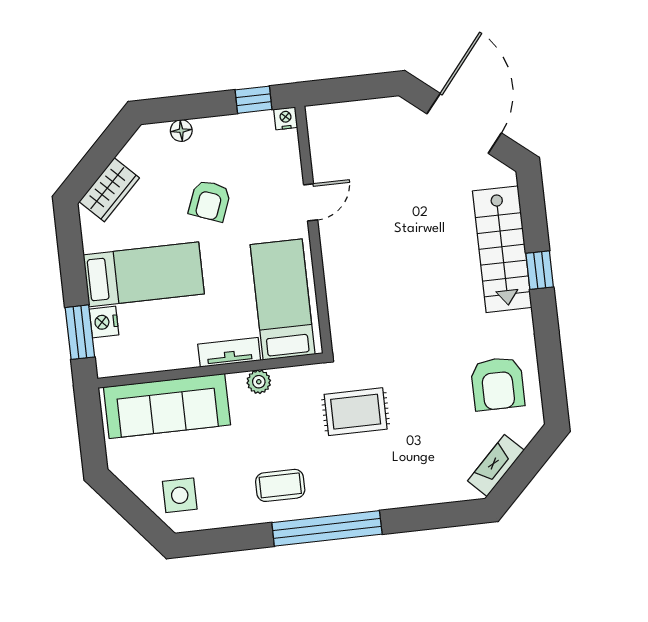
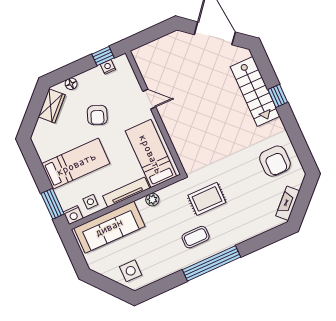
nightstand: (286, 118) -> (108, 67), moved
wardrobe: (109, 190) -> (52, 106), moved
door: (311, 202) -> (149, 99), hinge flipped
nightstand: (104, 322) -> (73, 215), moved, turned -90
side table: (148, 350) -> (90, 202), added
tv unit: (229, 352) -> (126, 192), width x1.41
coffee table: (280, 485) -> (196, 237), moved

